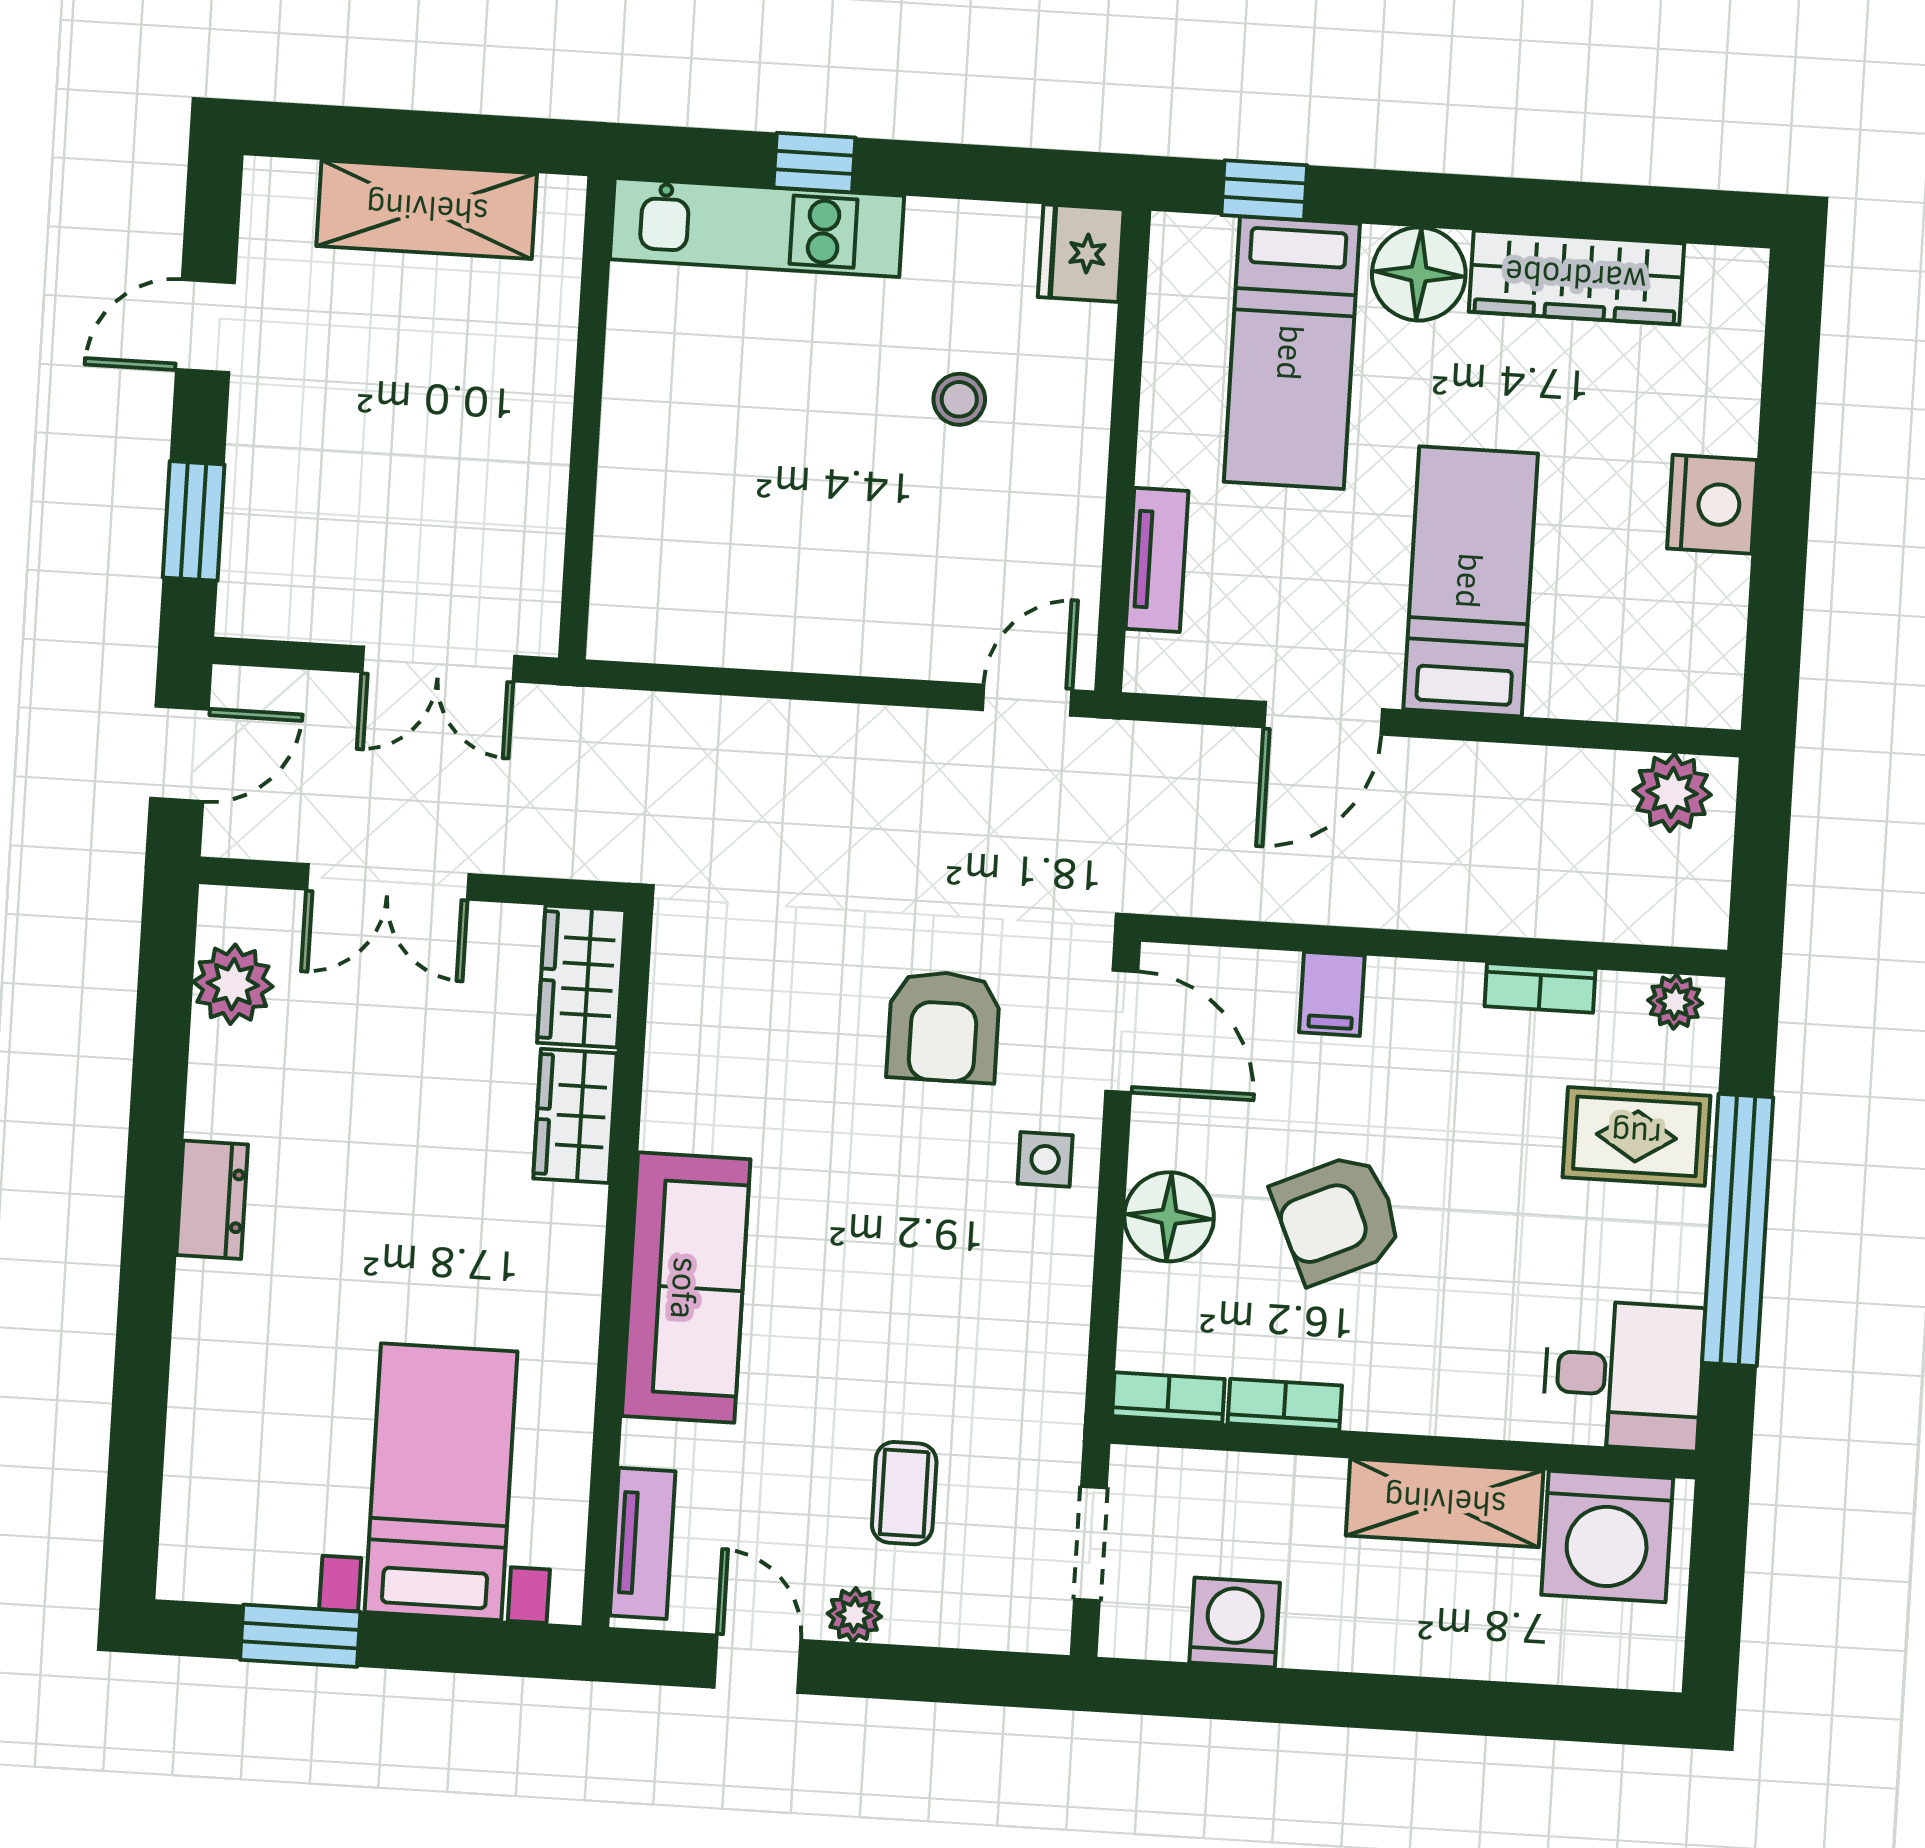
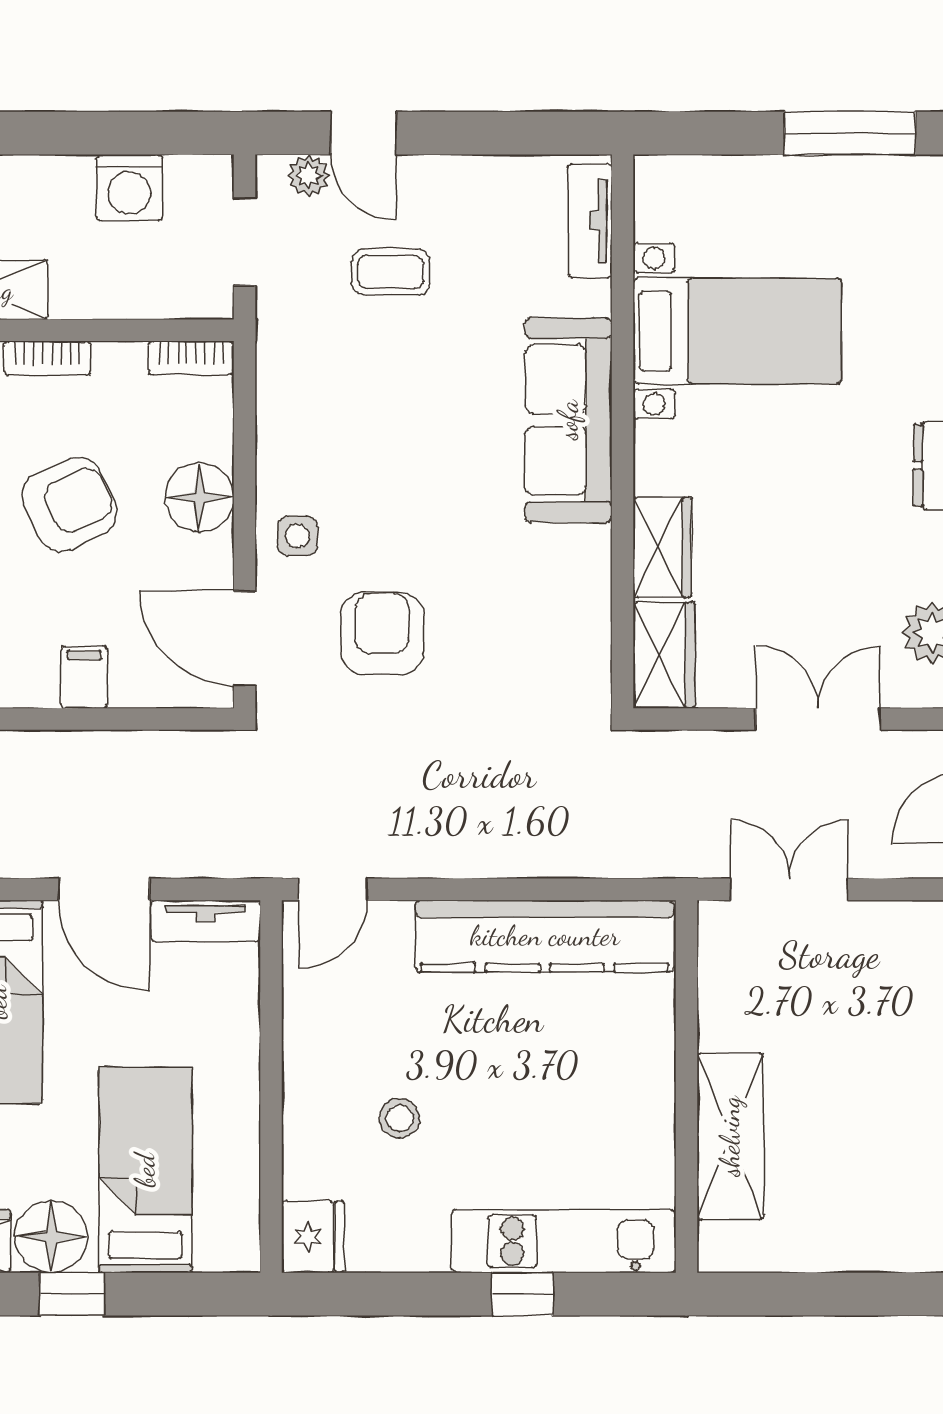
window: (1264, 190) -> (72, 1294), moved
shelving: (427, 210) -> (730, 1136), moved, turned 90
tv unit: (1157, 560) -> (206, 921), moved, turned -90
kitchen counter: (758, 623) -> (545, 936), added
door: (1323, 718) -> (104, 889), swing flipped
bookcase: (1285, 1404) -> (47, 358), moved
bed with nightstands: (441, 1482) -> (737, 331), moved, turned -90
coffee table: (904, 1493) -> (391, 272), turned 90
plant: (854, 1615) -> (309, 175), moved
window: (300, 1636) -> (850, 133), width x1.44
door: (758, 1664) -> (363, 133), moved

